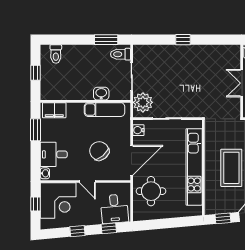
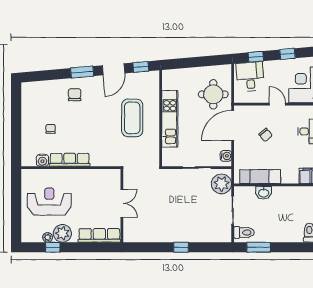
chair: (99, 151) -> (266, 135), width x0.54, depth x0.54
kitchen unit: (194, 167) -> (170, 119), width x0.73

